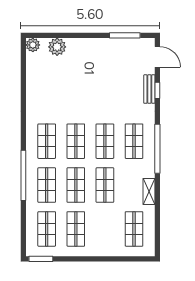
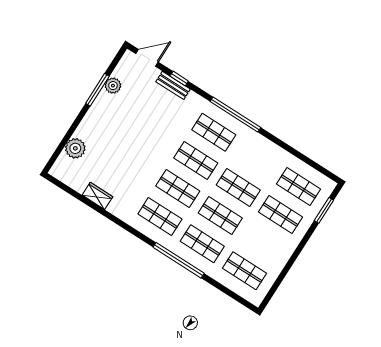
window: (125, 35) -> (97, 90), moved
plant: (33, 45) -> (113, 86), moved
wardrobe: (33, 85) -> (97, 196), added
shelving: (149, 191) -> (272, 149), removed
shop shelf: (76, 229) -> (280, 215), moved
window: (41, 259) -> (324, 210), moved

